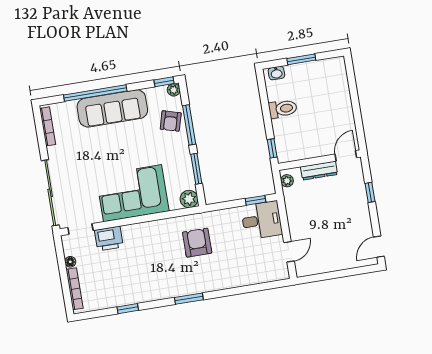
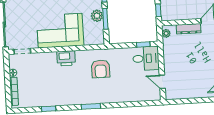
plant: (189, 199) -> (97, 16), moved
printer: (109, 239) -> (66, 58), moved
armchair: (197, 243) -> (101, 69), turned 180
door: (289, 252) -> (162, 82), swing flipped

